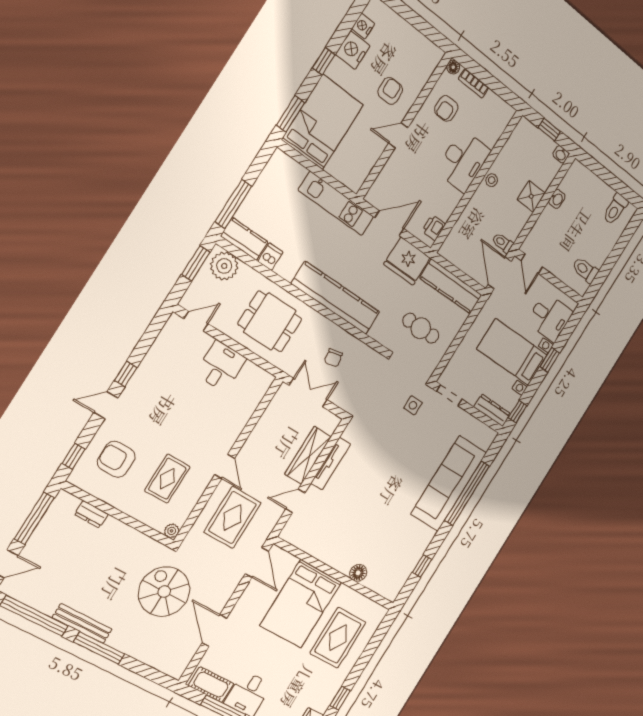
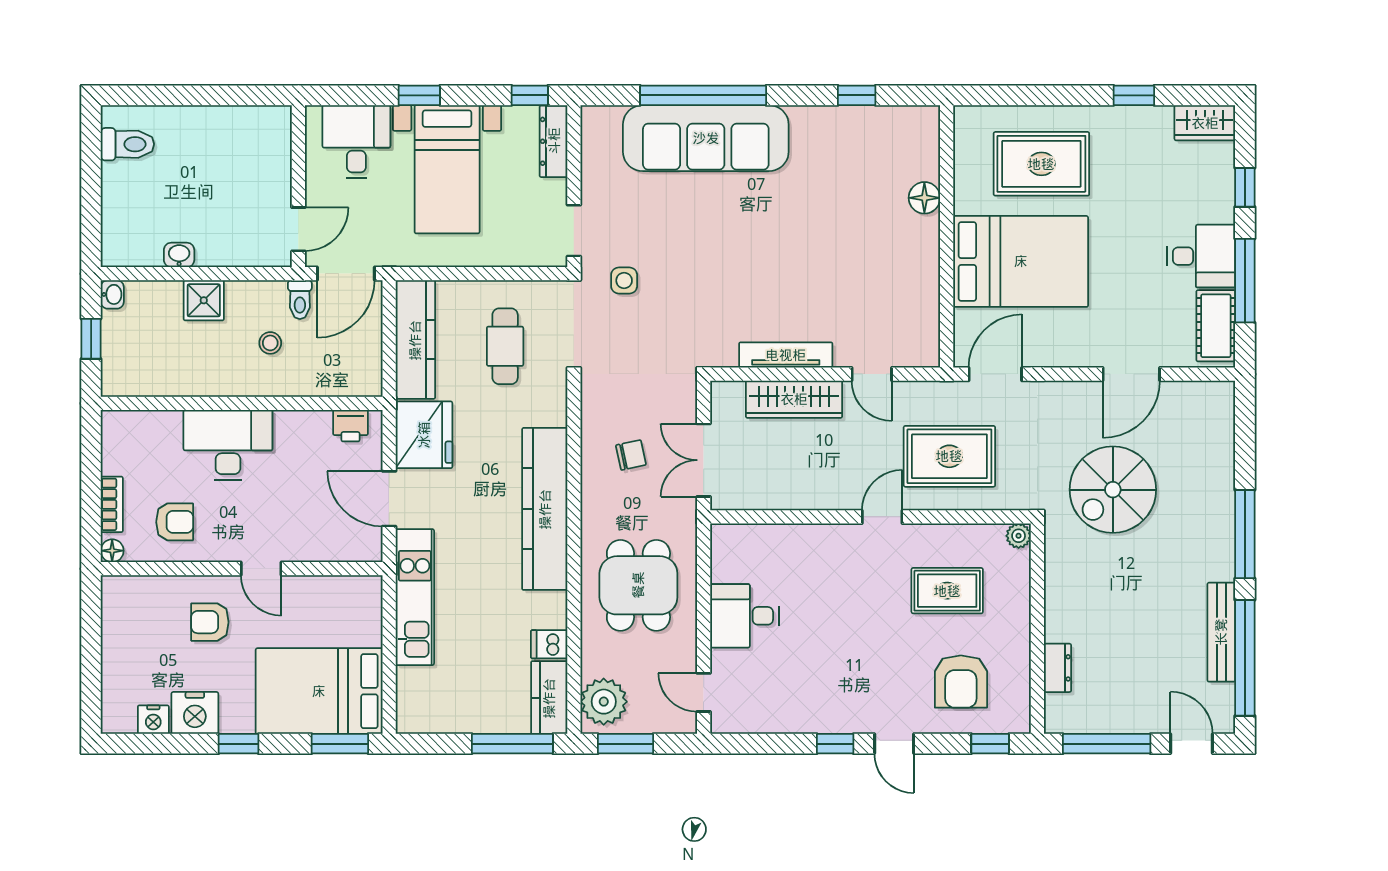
stool: (492, 180) -> (270, 343), moved
toilet: (585, 270) -> (249, 131), removed
bench: (82, 623) -> (1221, 632), moved

